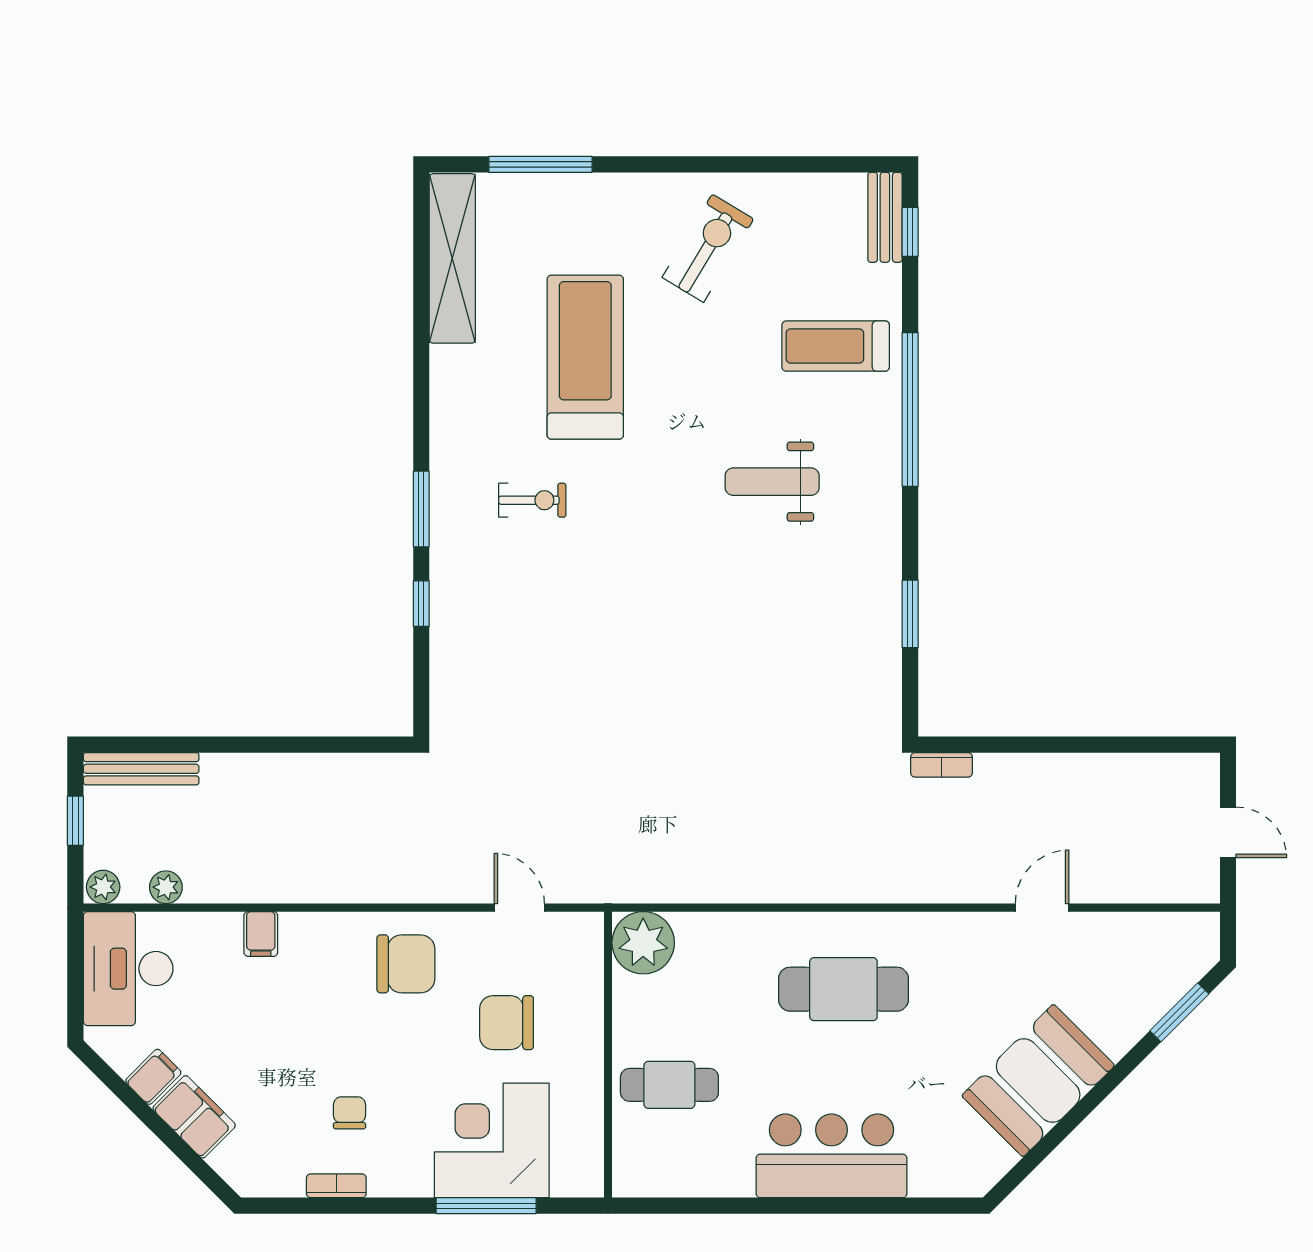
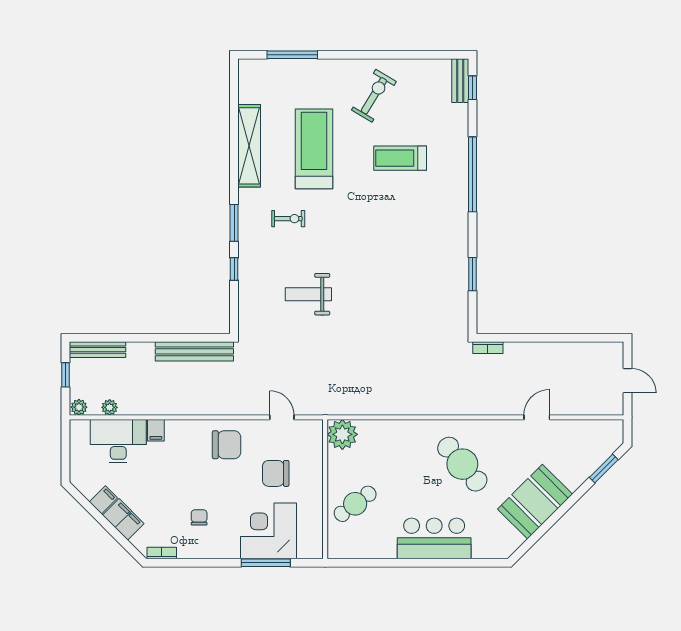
shelving: (452, 258) -> (249, 146), moved
treadmill: (836, 346) -> (400, 158), moved
weight bench: (772, 482) -> (308, 294), moved
bench: (340, 773) -> (194, 351), added
desk: (128, 969) -> (118, 441), moved, turned 90
cafe table: (843, 989) -> (462, 464), moved, turned 50
cafe table: (669, 1085) -> (355, 504), turned -37
bookcase: (336, 1186) -> (162, 553), moved

